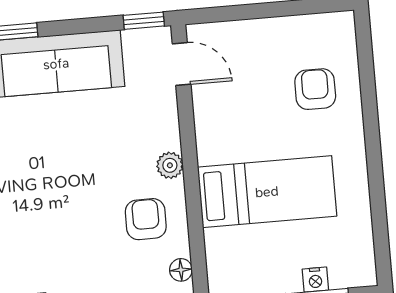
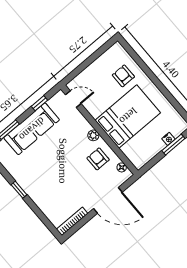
window: (144, 21) -> (39, 103), moved
bed: (267, 192) -> (128, 116), width x1.50

